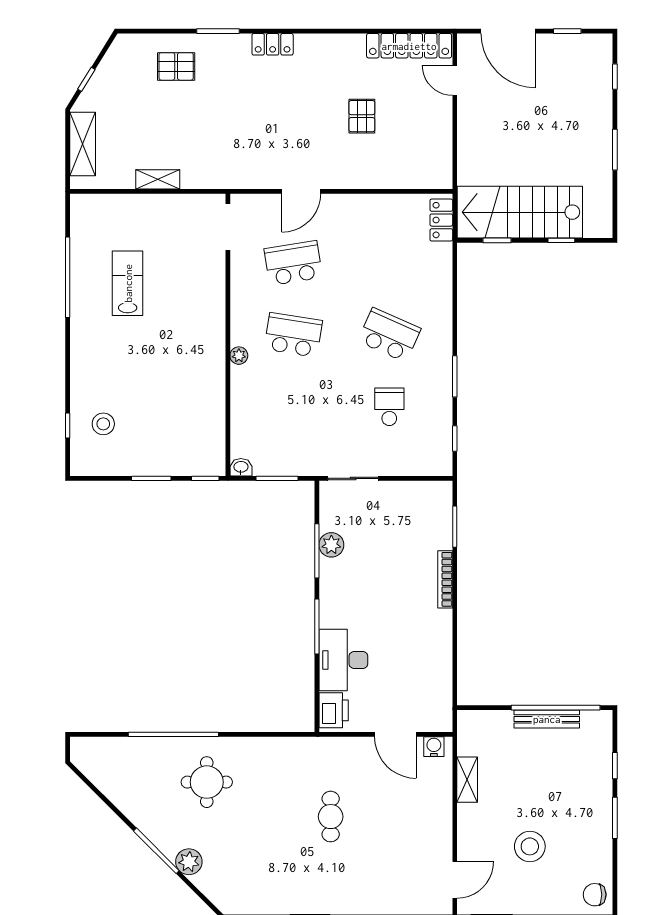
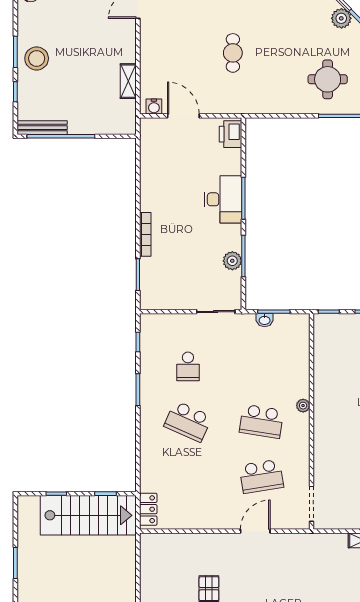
washbasin: (241, 467) -> (265, 320), moved
desk: (343, 660) -> (223, 199), moved
bench: (547, 719) -> (42, 128), moved
stool: (530, 846) -> (37, 58), moved

